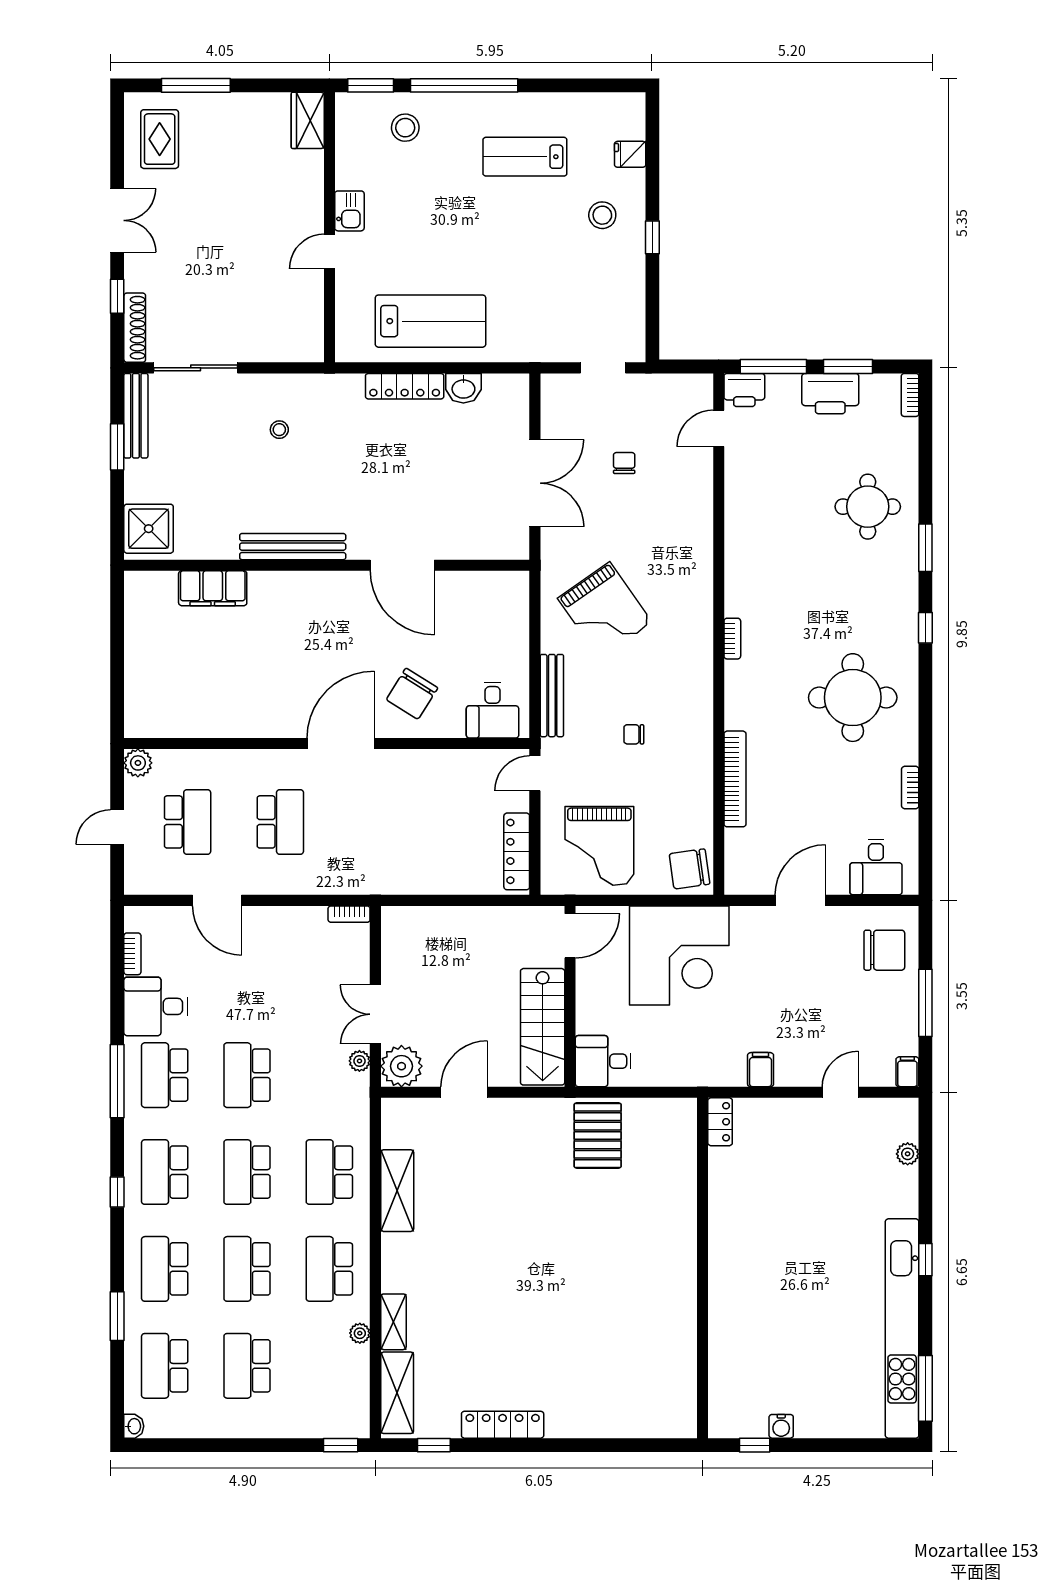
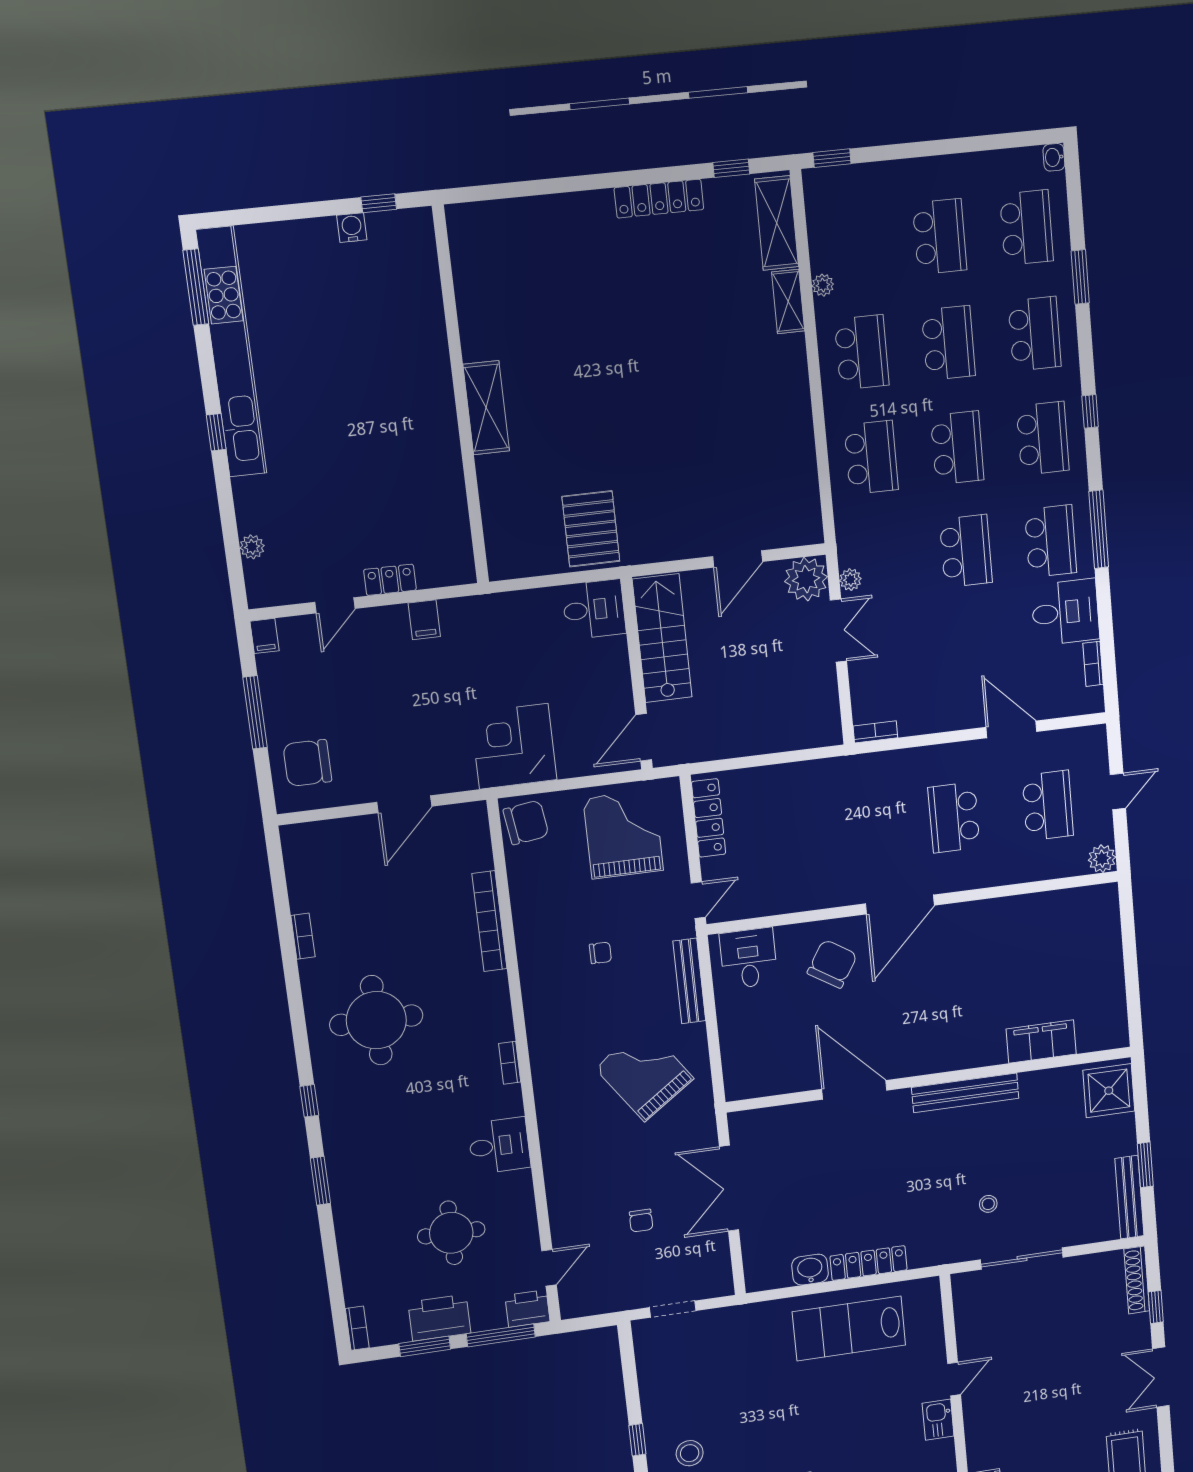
sliding door: (196, 368) -> (1022, 1258), moved
round table: (868, 507) -> (451, 1233), moved
school desk: (188, 822) -> (1048, 806), turned 180
desk: (876, 867) -> (499, 1146), moved, turned 90
corner desk: (679, 955) -> (514, 746), width x0.74, depth x0.74
locker: (720, 1122) -> (390, 580), moved, turned 90
shelving: (397, 1191) -> (486, 408), moved

